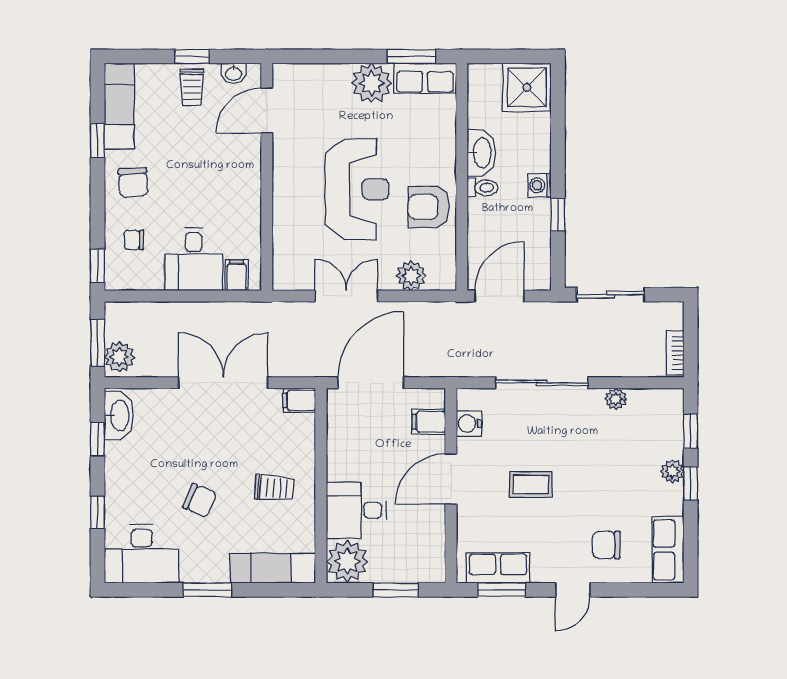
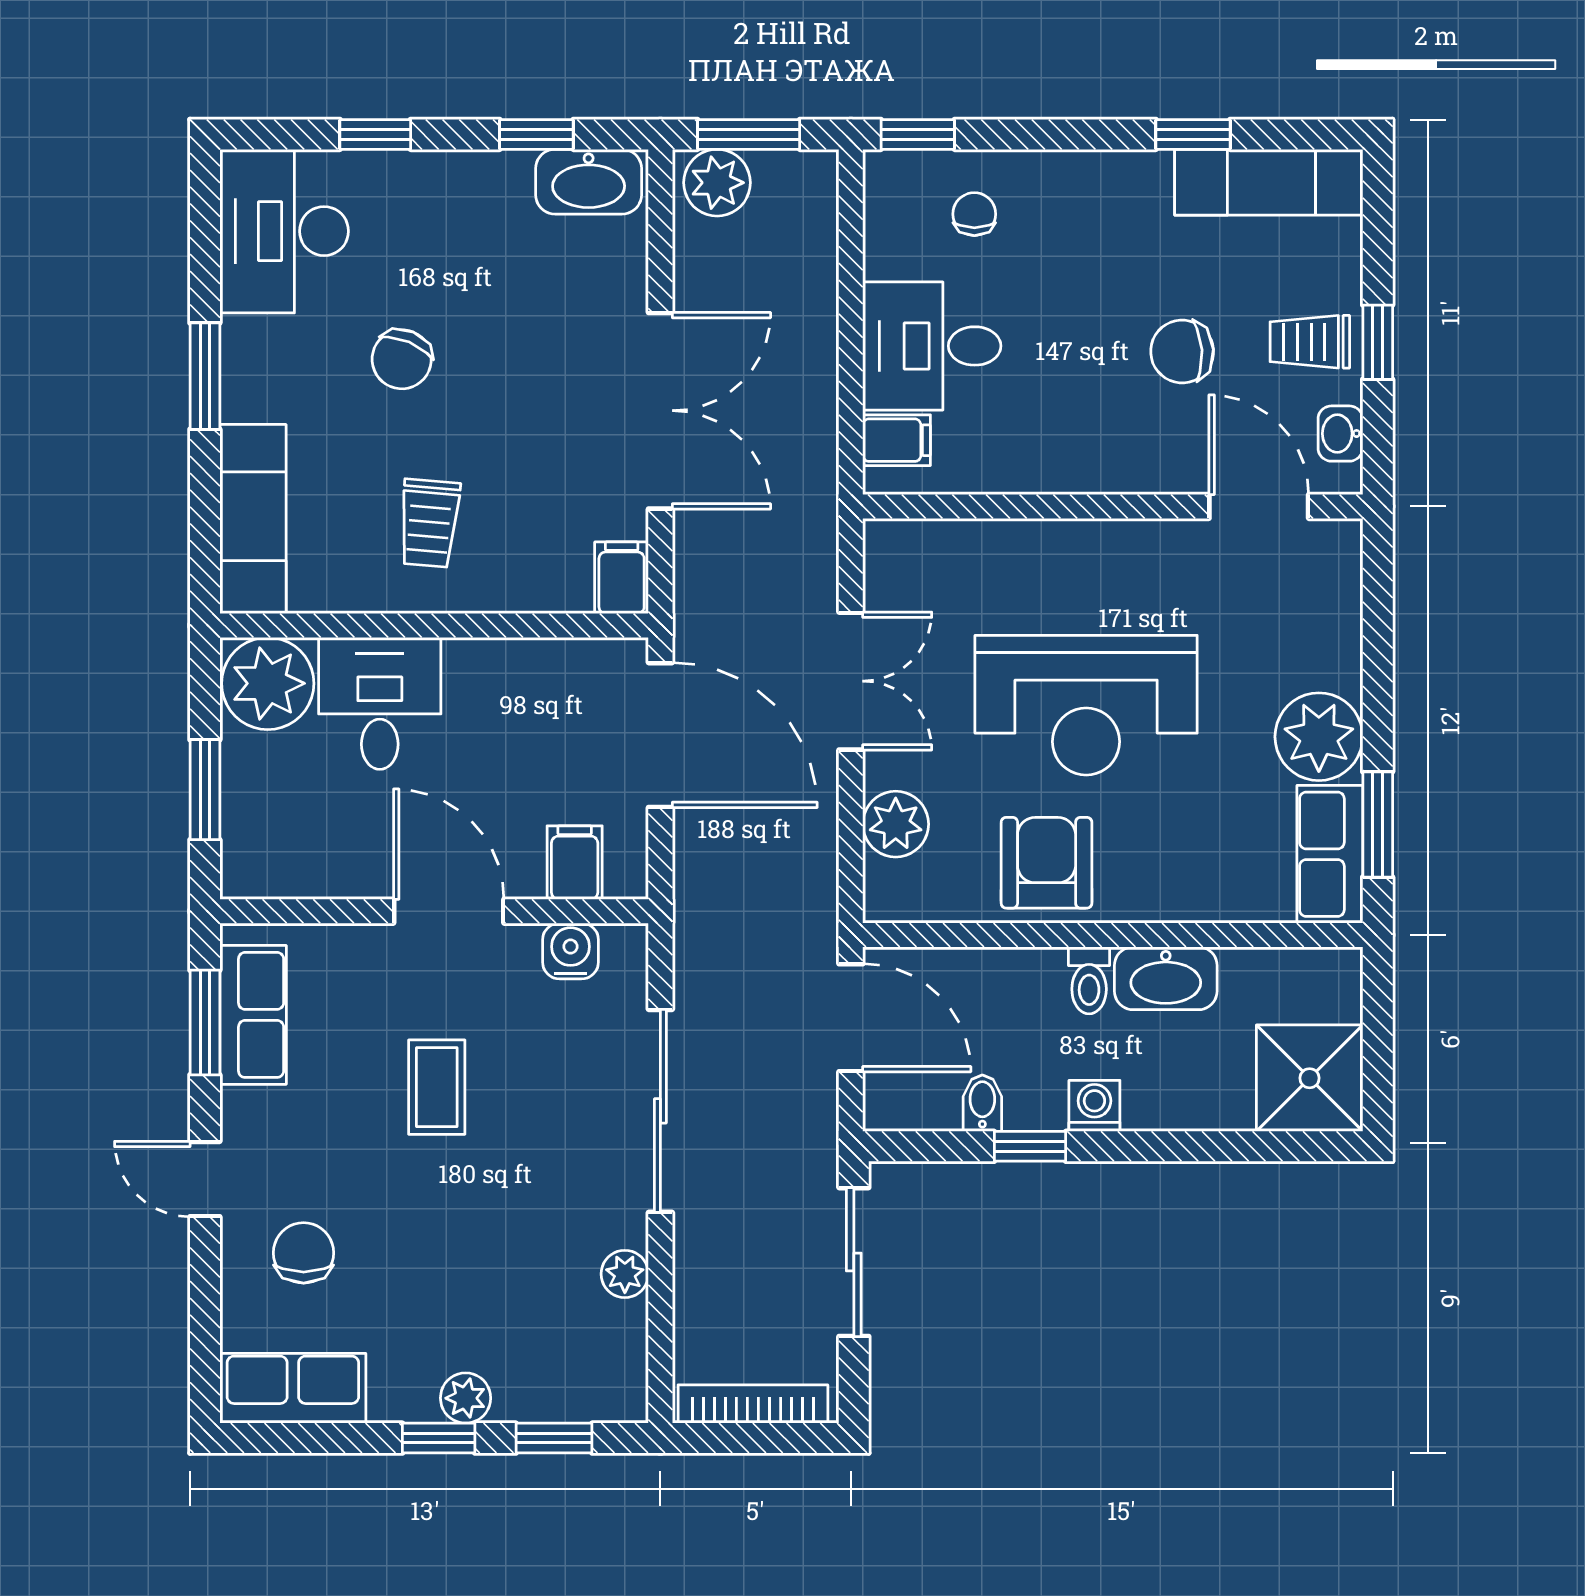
chair: (133, 182) -> (1182, 351), moved
bidet: (538, 236) -> (982, 1103), added
bookcase: (675, 353) -> (753, 1404), width x1.56

